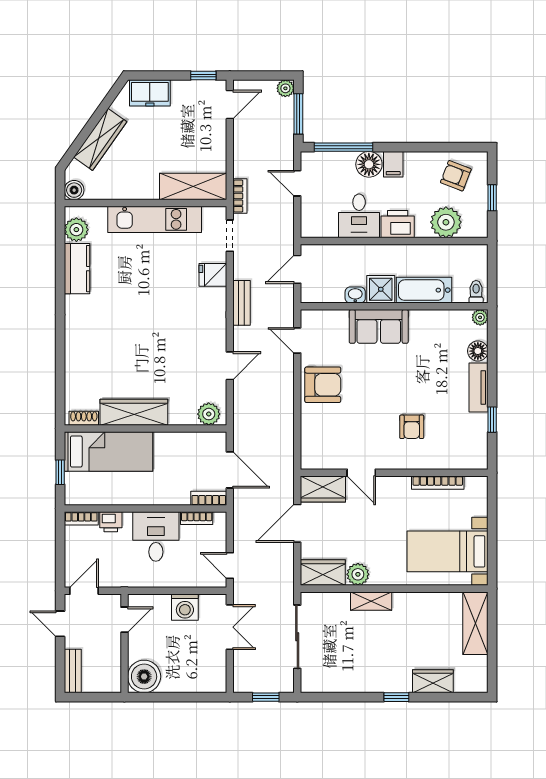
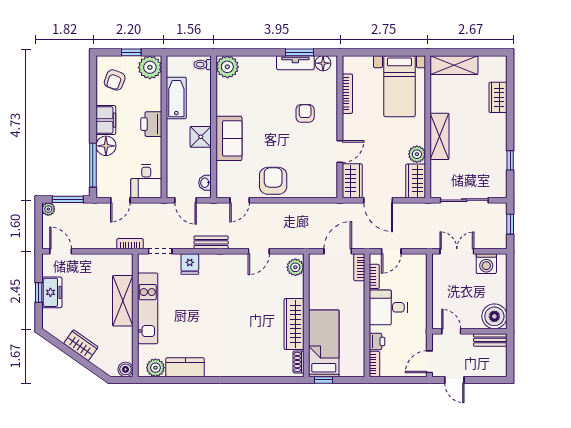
window: (203, 75) -> (39, 292), moved
freezer: (150, 93) -> (52, 292), moved
wardrobe: (100, 139) -> (81, 345), width x0.67
filing cabinet: (393, 164) -> (106, 120), width x2.00
shelving: (193, 186) -> (123, 301), moved
desk: (359, 216) -> (146, 181), moved, turned 90
plant: (446, 222) -> (150, 67), moved
bathtub: (424, 290) -> (176, 98), moved, turned 180
washbasin: (355, 295) -> (205, 183), moved
plant: (480, 317) -> (227, 67), width x1.88, depth x1.88
floor lamp: (478, 351) -> (323, 63), moved
door: (230, 366) -> (259, 251), swing flipped
tv unit: (479, 387) -> (295, 63), moved
window: (492, 420) -> (300, 52), width x1.50
armchair: (412, 427) -> (305, 113), turned -90
window: (60, 472) -> (323, 380), moved
door: (230, 566) -> (391, 251), moved
door: (84, 591) -> (429, 362), hinge flipped
shelving: (371, 601) -> (440, 136), width x1.50, depth x1.33
washing machine: (185, 607) -> (486, 264), moved, turned 90
door: (60, 624) -> (454, 380), hinge flipped
bench: (73, 671) -> (490, 340), moved
window: (396, 697) -> (510, 160), moved

